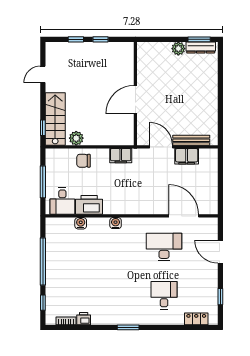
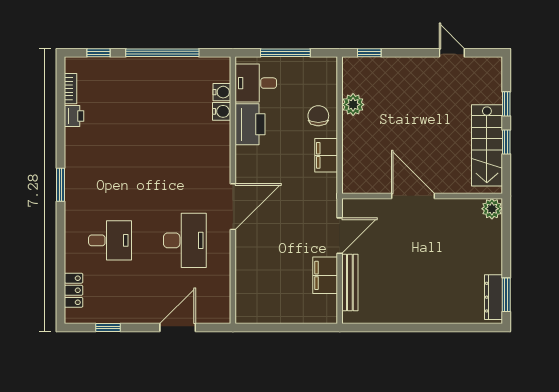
plant: (178, 49) -> (492, 209), moved
stairs: (55, 119) -> (487, 145), moved, turned 90
filing cabinet: (121, 156) -> (326, 155), moved
door: (184, 216) -> (233, 207), moved
water cooler: (116, 223) -> (222, 92), moved

